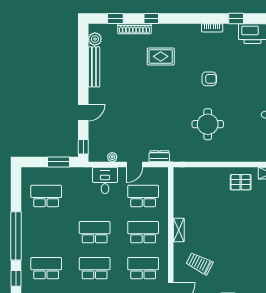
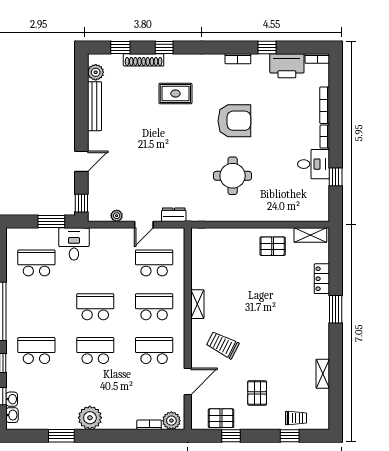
armchair: (209, 79) -> (234, 121), width x1.88, depth x1.88
desk: (105, 180) -> (74, 244), moved

